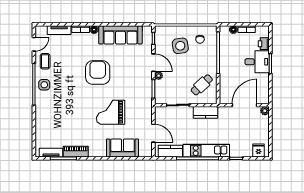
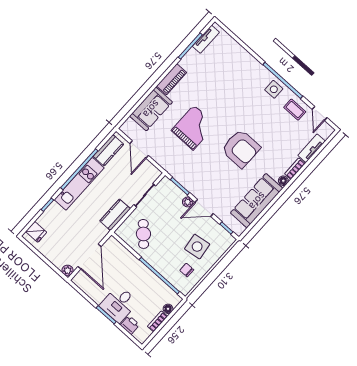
door: (153, 133) -> (139, 149), hinge flipped
piano: (76, 152) -> (172, 79), moved

